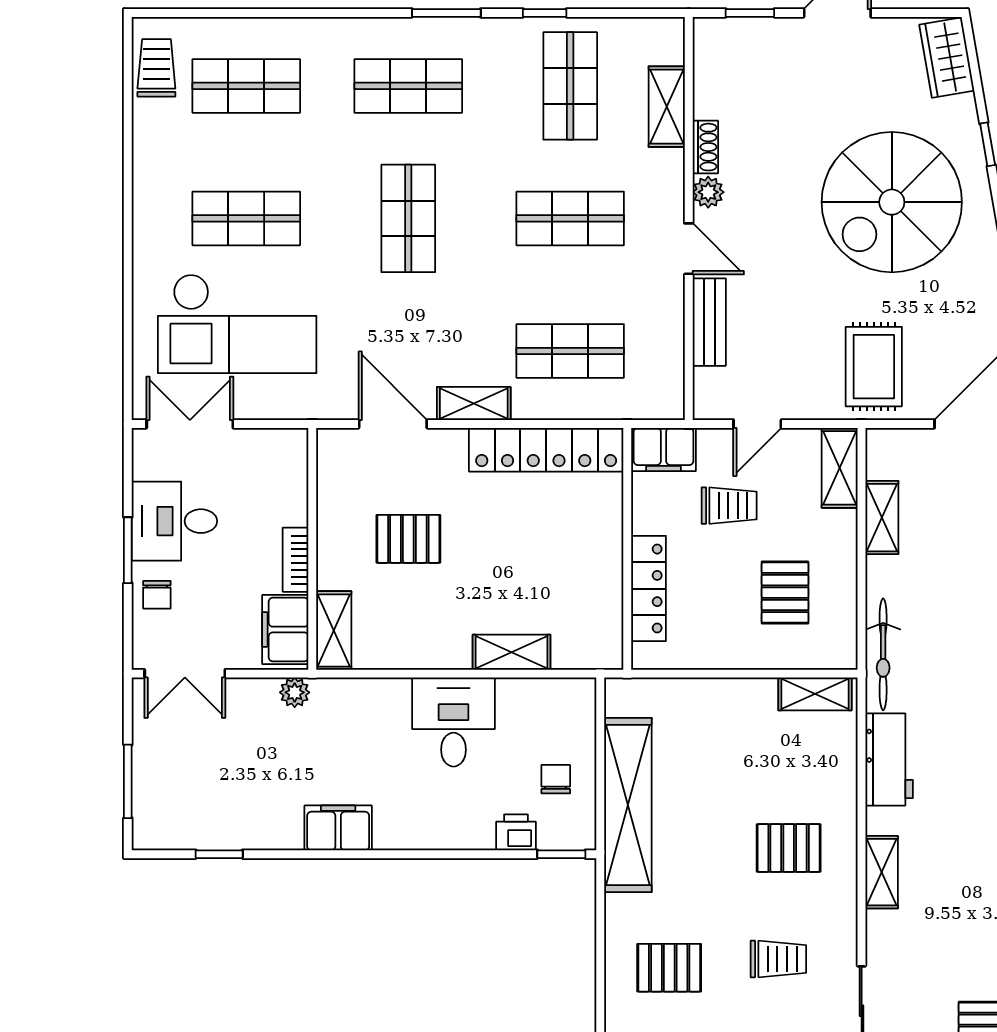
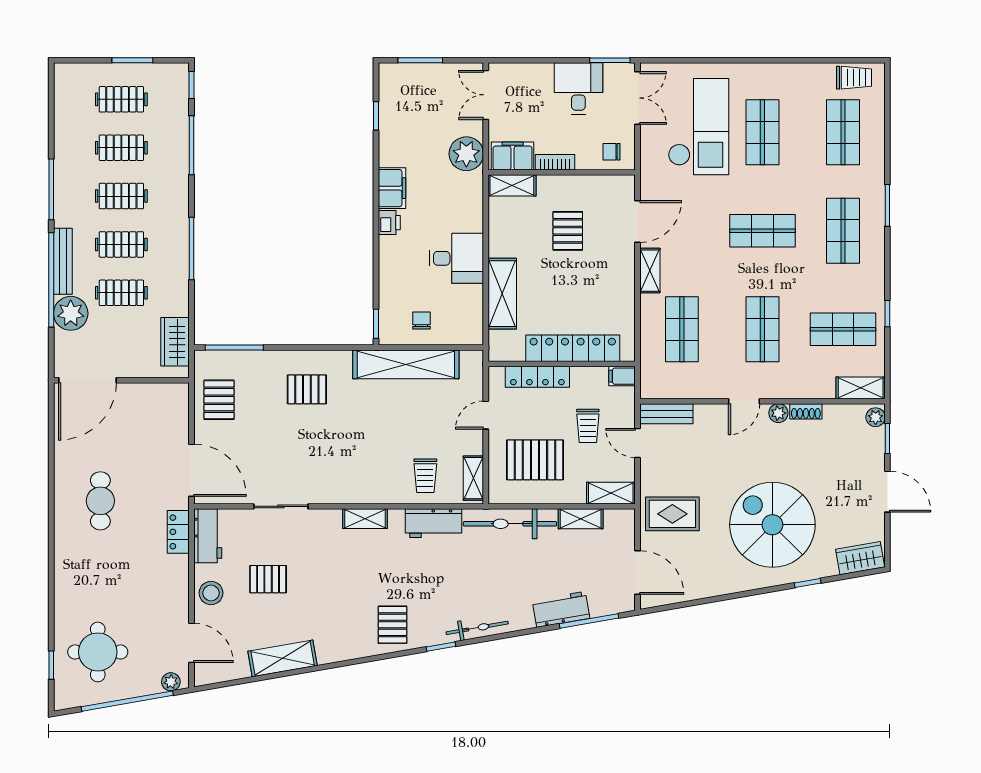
window: (446, 13) -> (887, 205), moved
plant: (715, 32) -> (876, 417), added
shelving: (667, 107) -> (861, 388), moved
bench: (709, 322) -> (666, 414), moved
checkout: (237, 324) -> (698, 127), turned 180
filing cabinet: (663, 449) -> (622, 376), width x0.50
locker: (546, 450) -> (573, 348), moved, turned 90
window: (128, 550) -> (610, 60), moved
pallet: (785, 593) -> (535, 460), width x1.50, depth x1.42
chair: (157, 595) -> (611, 152), moved
shelving: (512, 652) -> (502, 294), width x1.50, depth x1.33
bicycle: (883, 654) -> (510, 524), width x1.37, depth x1.40
door: (712, 674) -> (486, 415), added
plant: (295, 692) -> (466, 154), width x1.88, depth x1.88
chair: (556, 779) -> (422, 320), turned -90
printer: (516, 832) -> (389, 223), moved
pallet: (789, 848) -> (380, 462), removed
trolley: (778, 959) -> (425, 476), moved
pallet: (669, 968) -> (307, 389), turned 90

